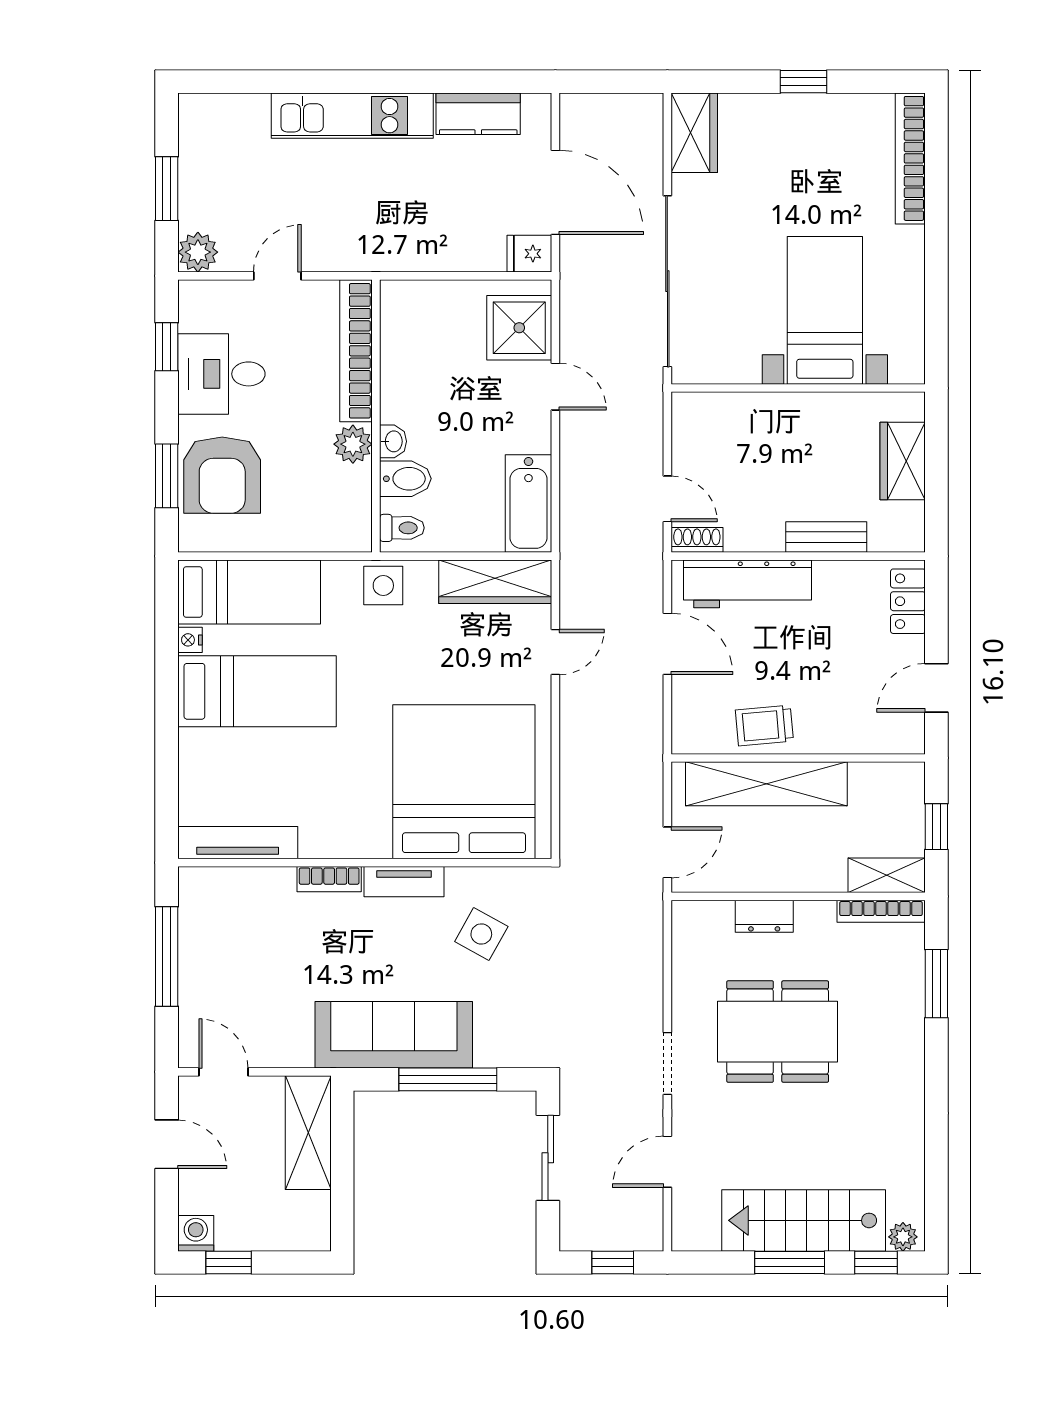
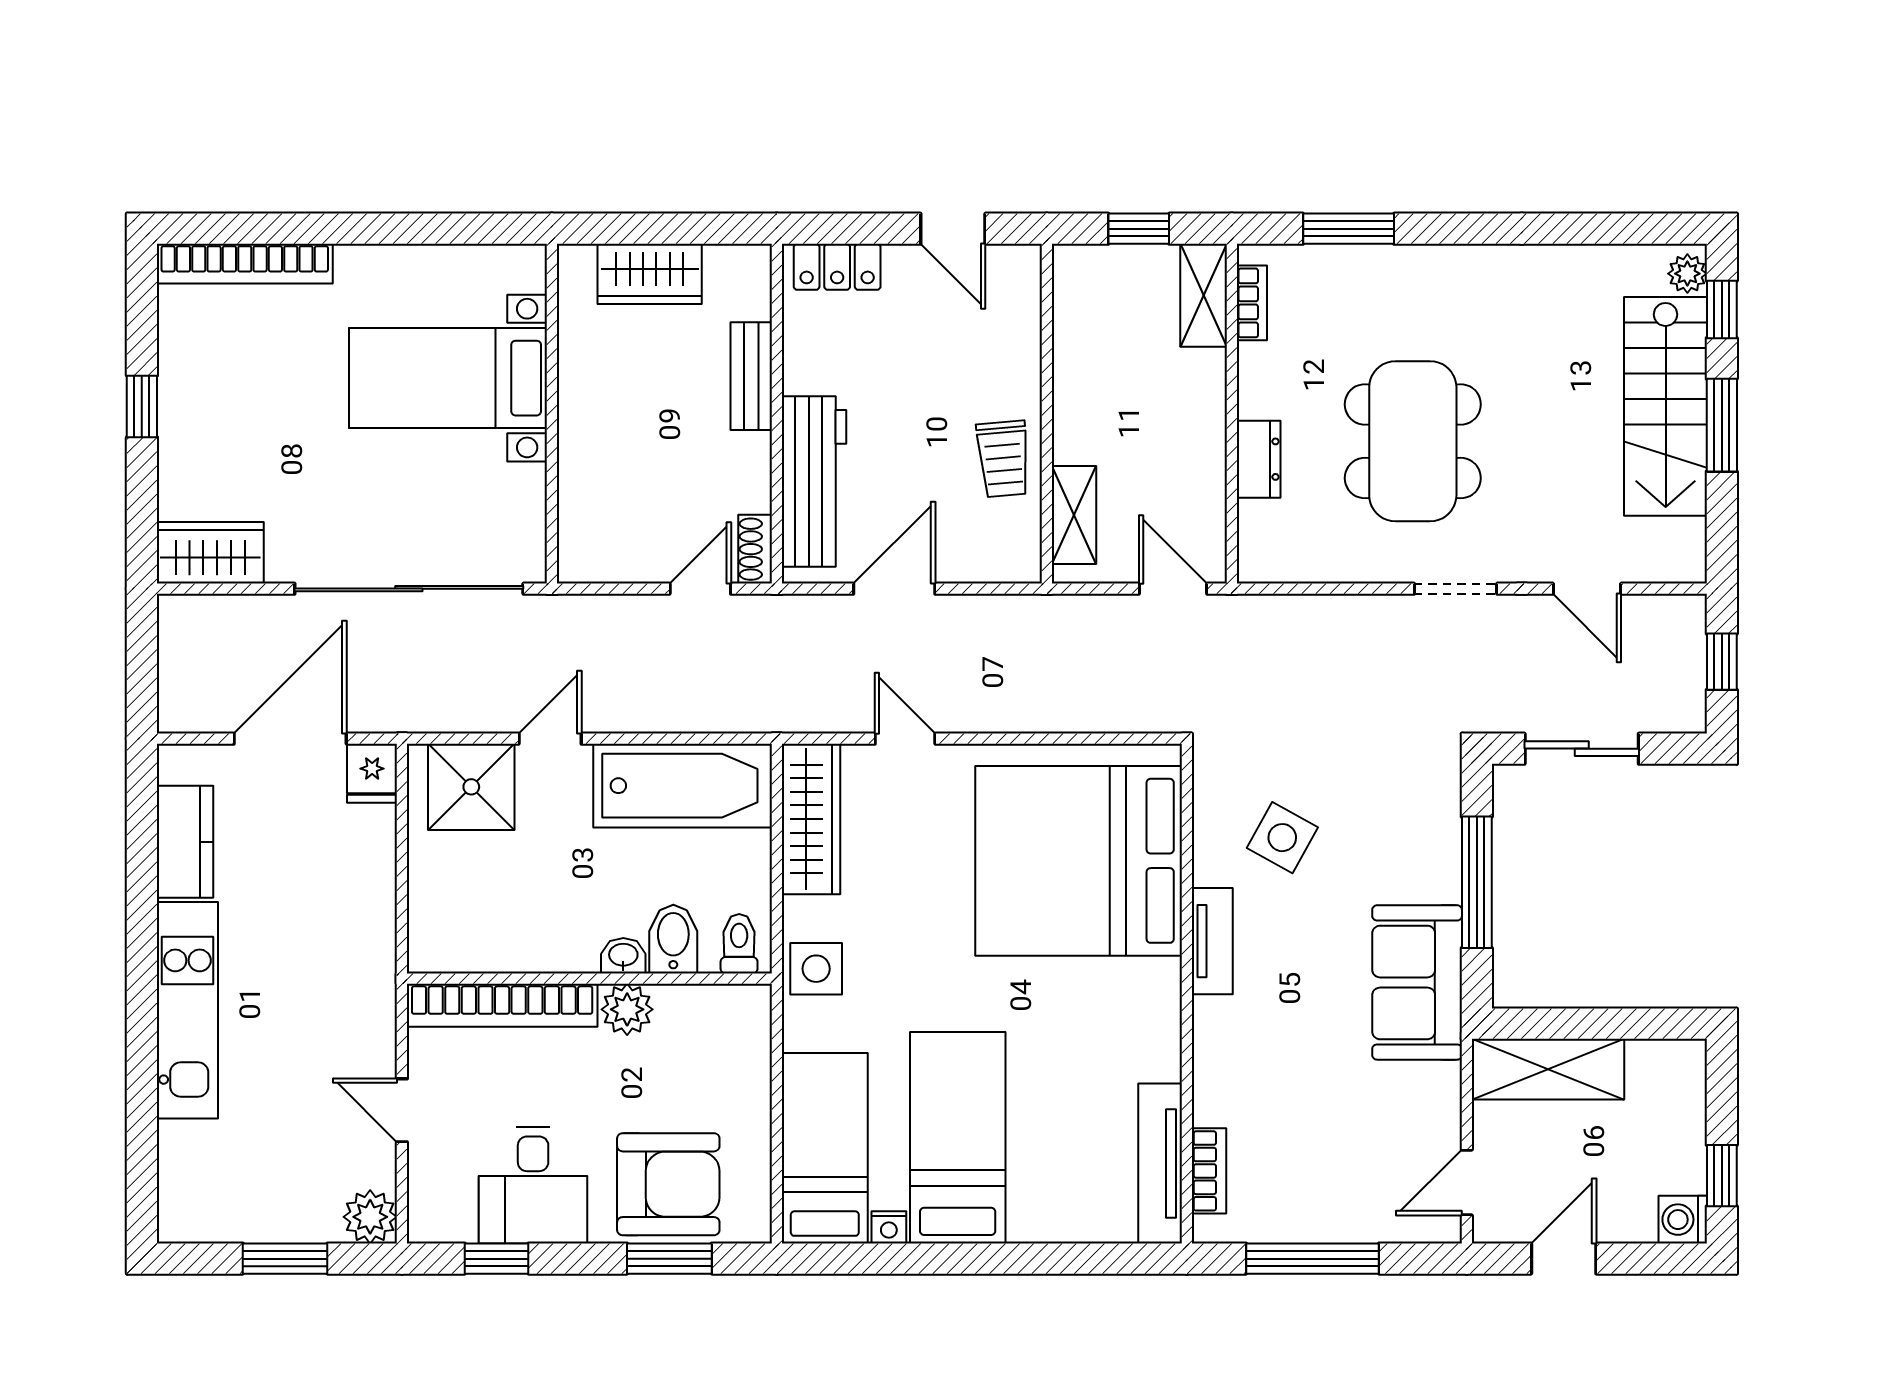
bathtub: (528, 503) -> (683, 786), width x1.36, depth x1.36
shelving: (766, 784) -> (1074, 515), width x0.45, depth x0.75
bookcase: (329, 879) -> (1209, 1171), moved
bookcase: (881, 911) -> (1252, 303), width x0.64
sofa: (394, 1035) -> (1417, 982), width x0.73

